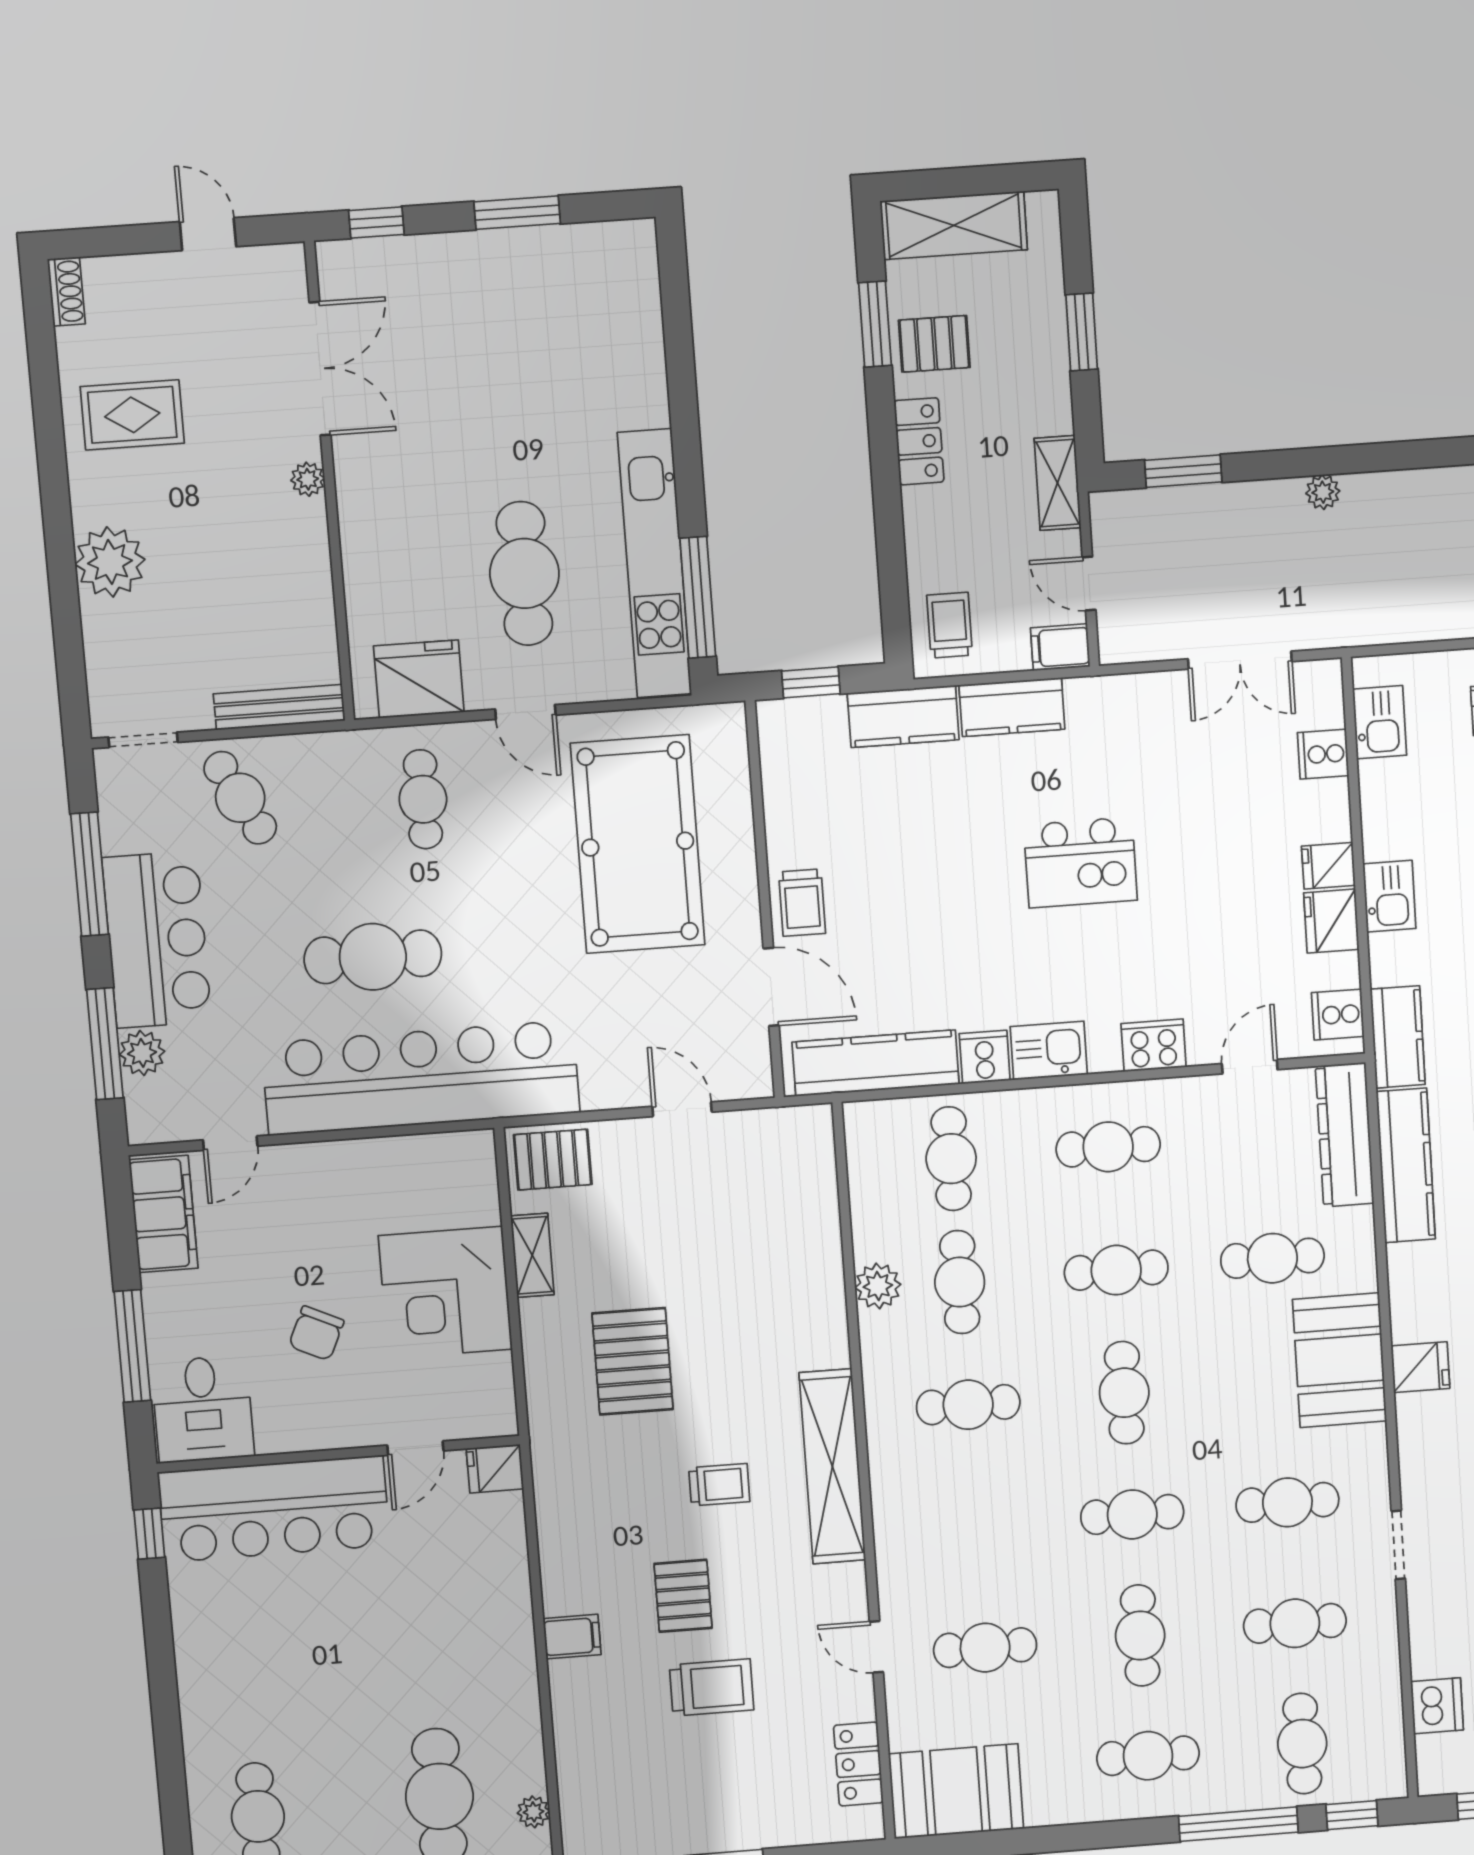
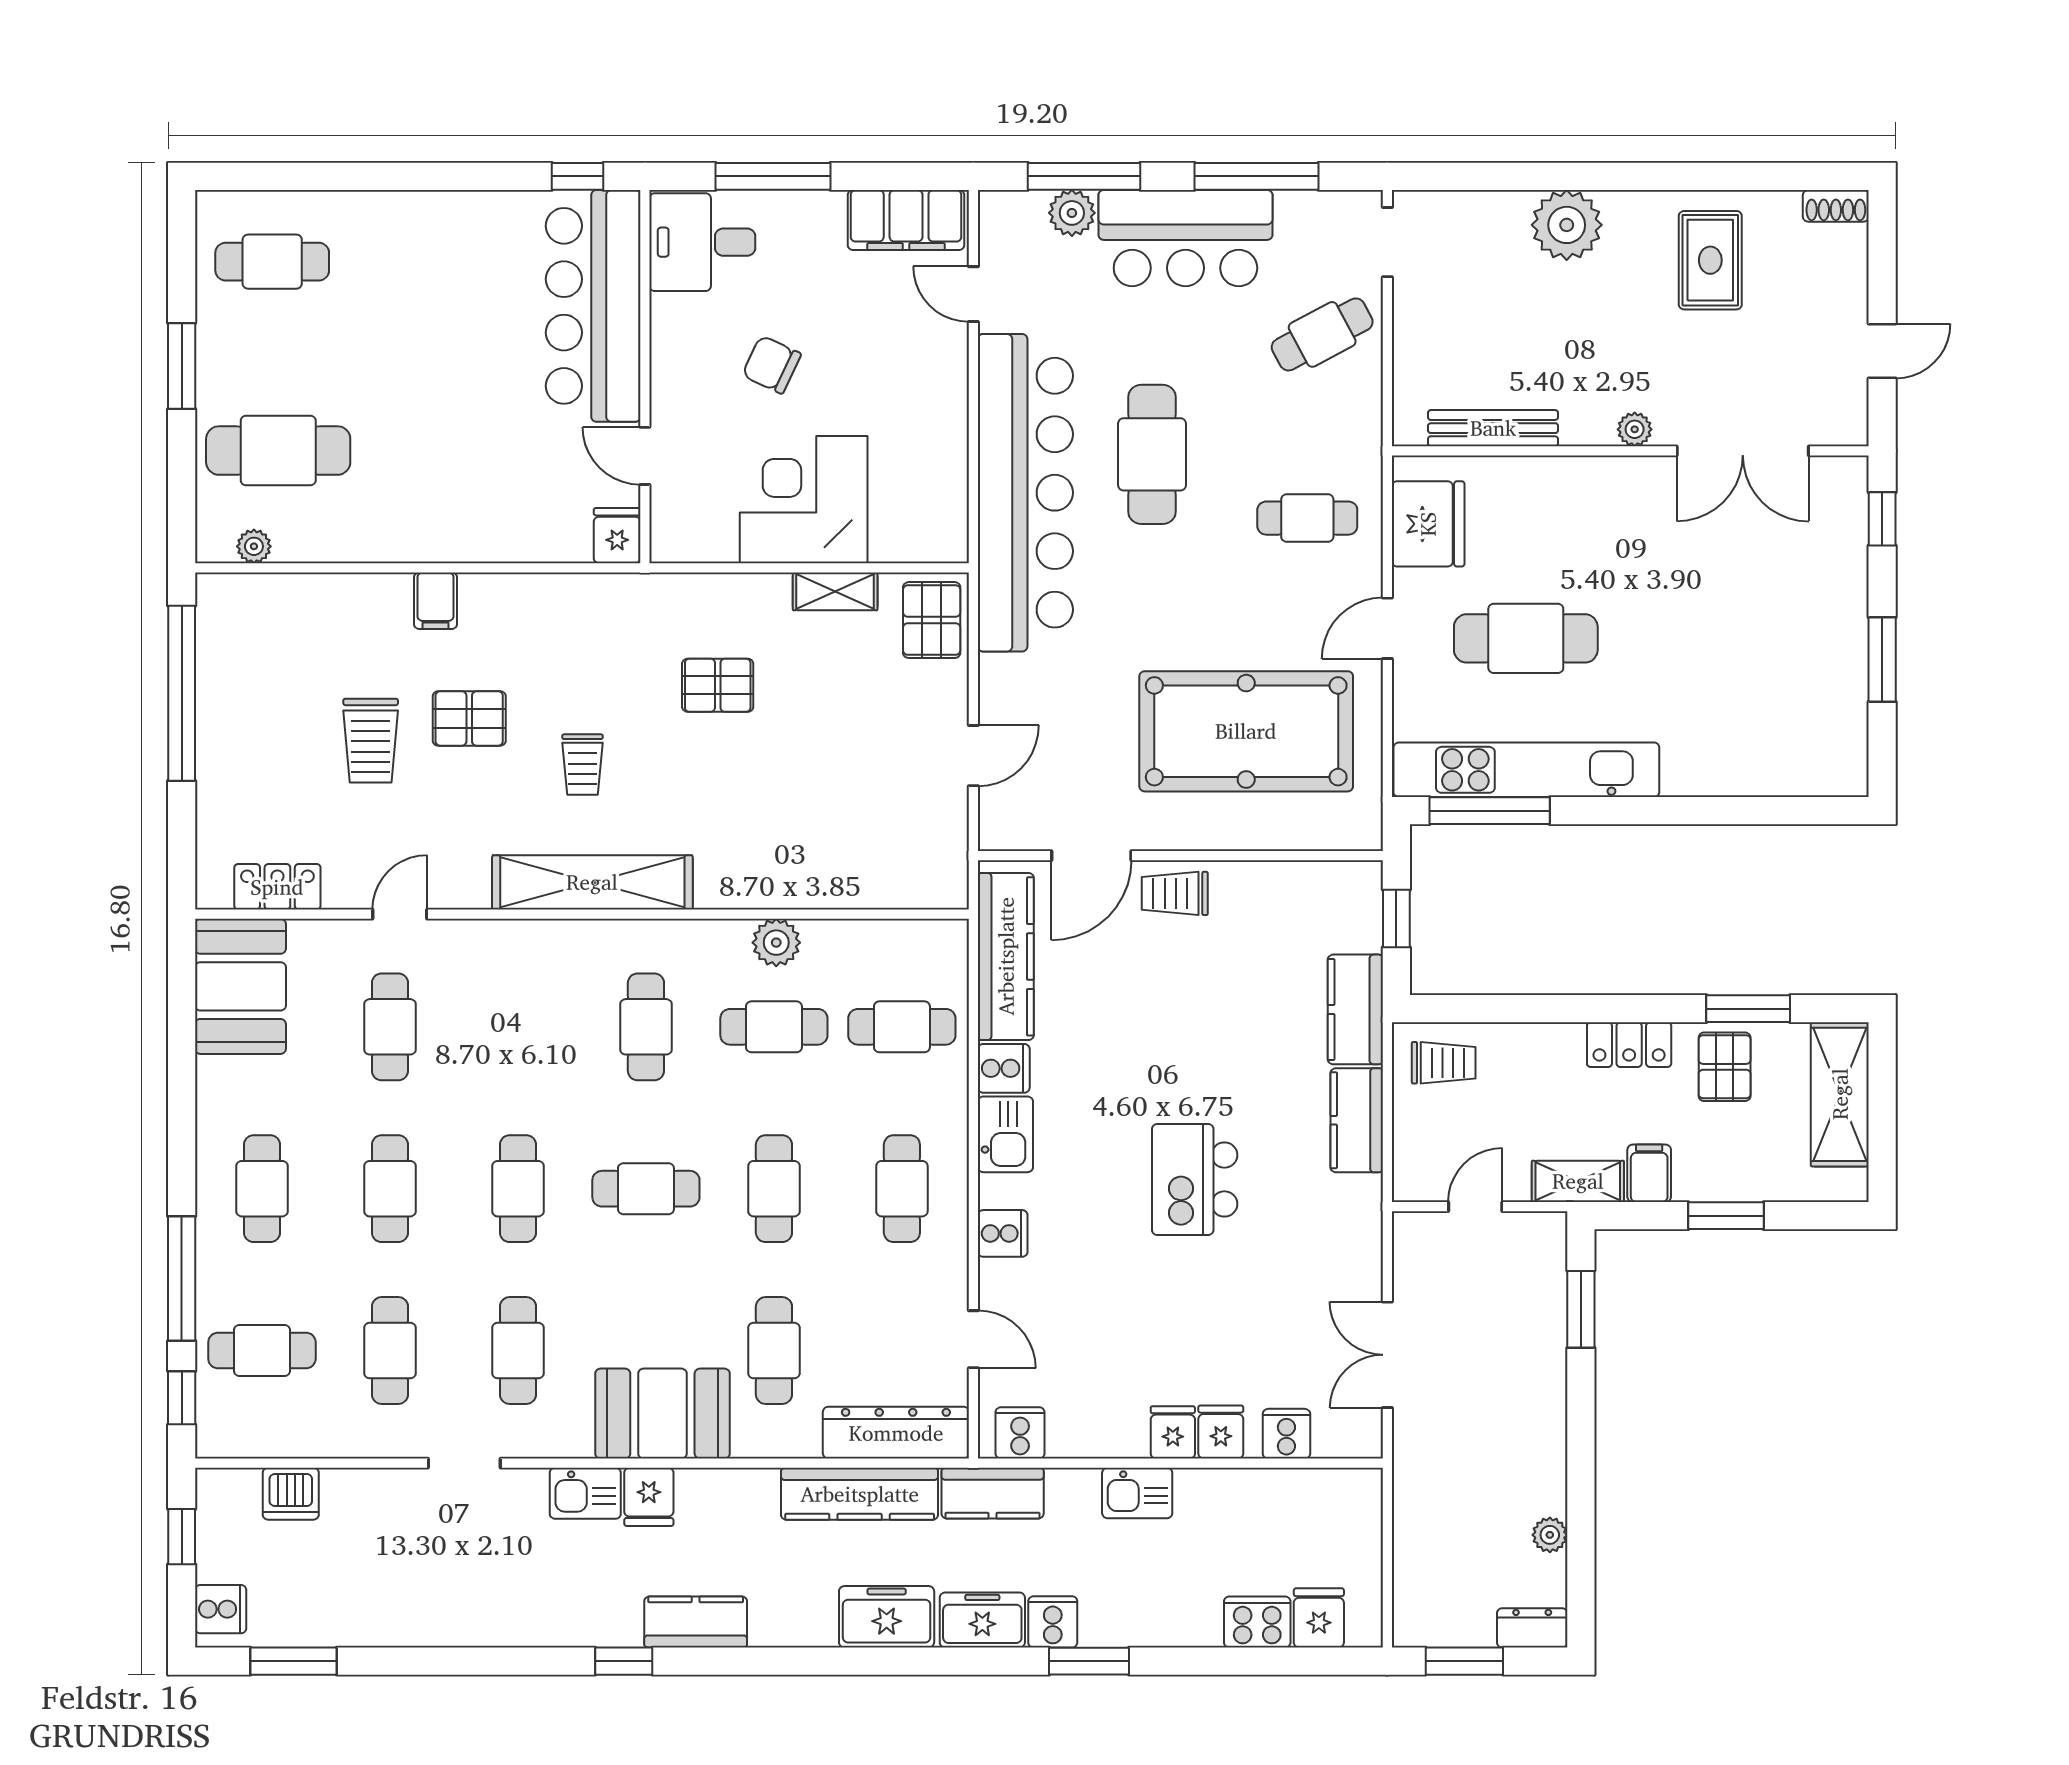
plant: (1323, 492) -> (1550, 1535), moved
filing cabinet: (1060, 647) -> (1649, 1173), moved
bench: (279, 707) -> (1493, 428), moved, turned 90
kitchen sink: (1380, 722) -> (585, 1493), moved
fridge: (1331, 921) -> (1221, 1432), moved, width x0.72
cooker: (1154, 1045) -> (1003, 1233), width x0.73
pallet: (633, 1361) -> (718, 685), width x0.67, depth x0.71
cafe table: (1140, 1635) -> (390, 1189), turned 90

